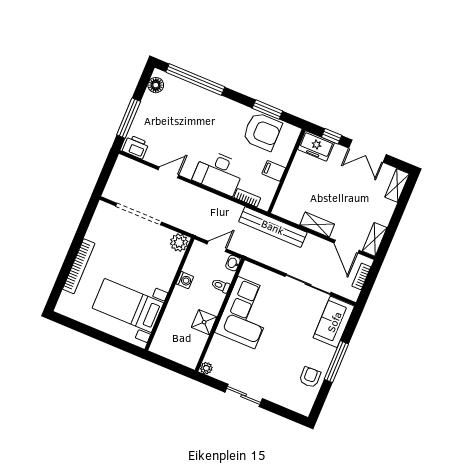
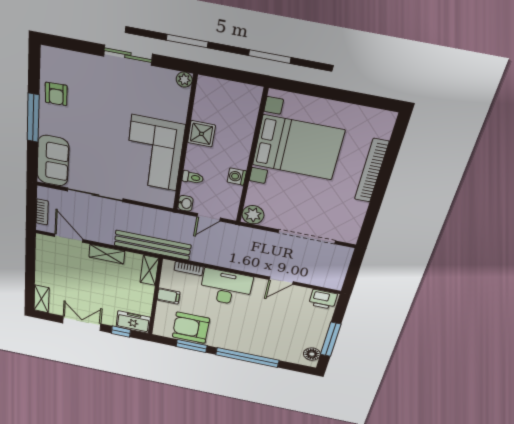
window: (195, 80) -> (247, 357), moved
window: (129, 118) -> (331, 339), moved
shelving: (375, 239) -> (149, 270), moved
bed with nightstands: (128, 306) -> (298, 148), width x1.36

